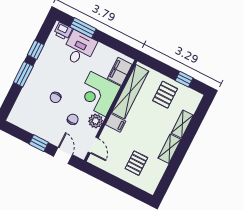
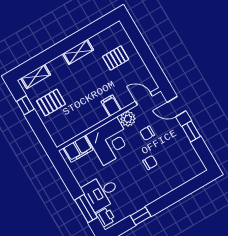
window: (23, 74) -> (165, 201), removed
shelving: (130, 92) -> (81, 125), removed
shelving: (182, 124) -> (36, 76), moved
door: (93, 145) -> (144, 99), hinge flipped
door: (63, 155) -> (177, 107), hinge flipped

